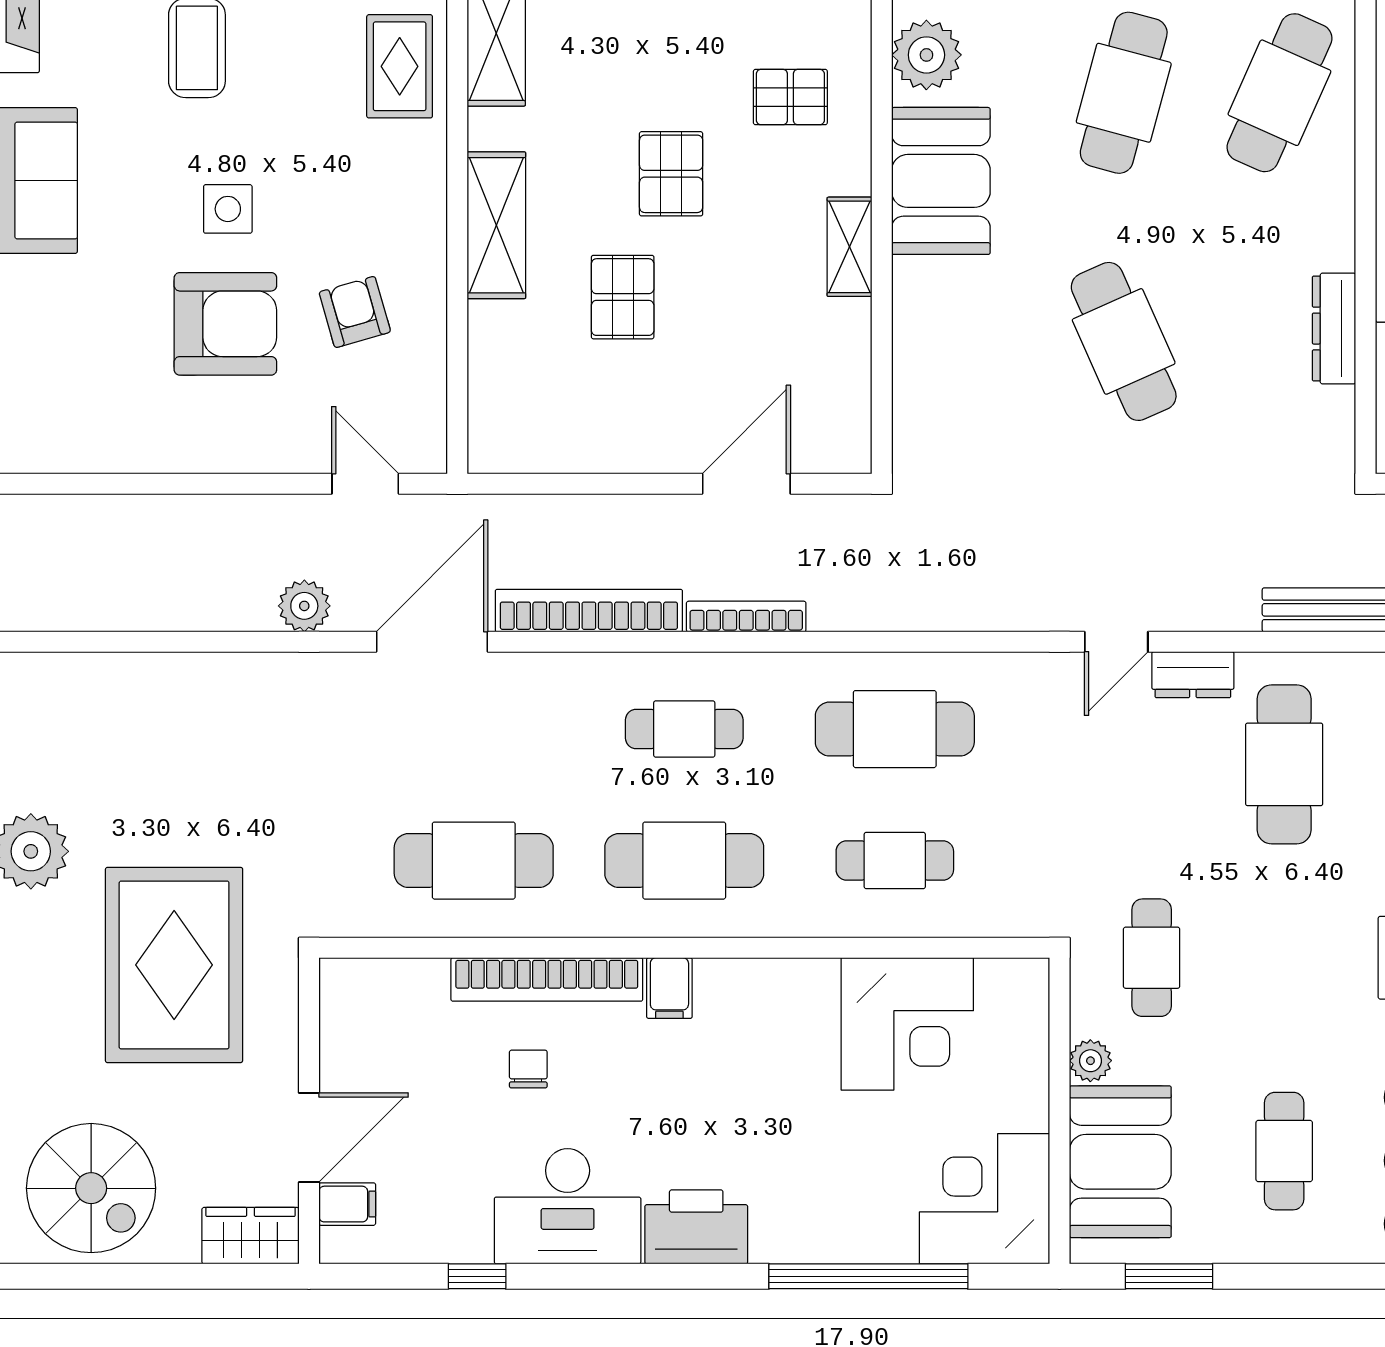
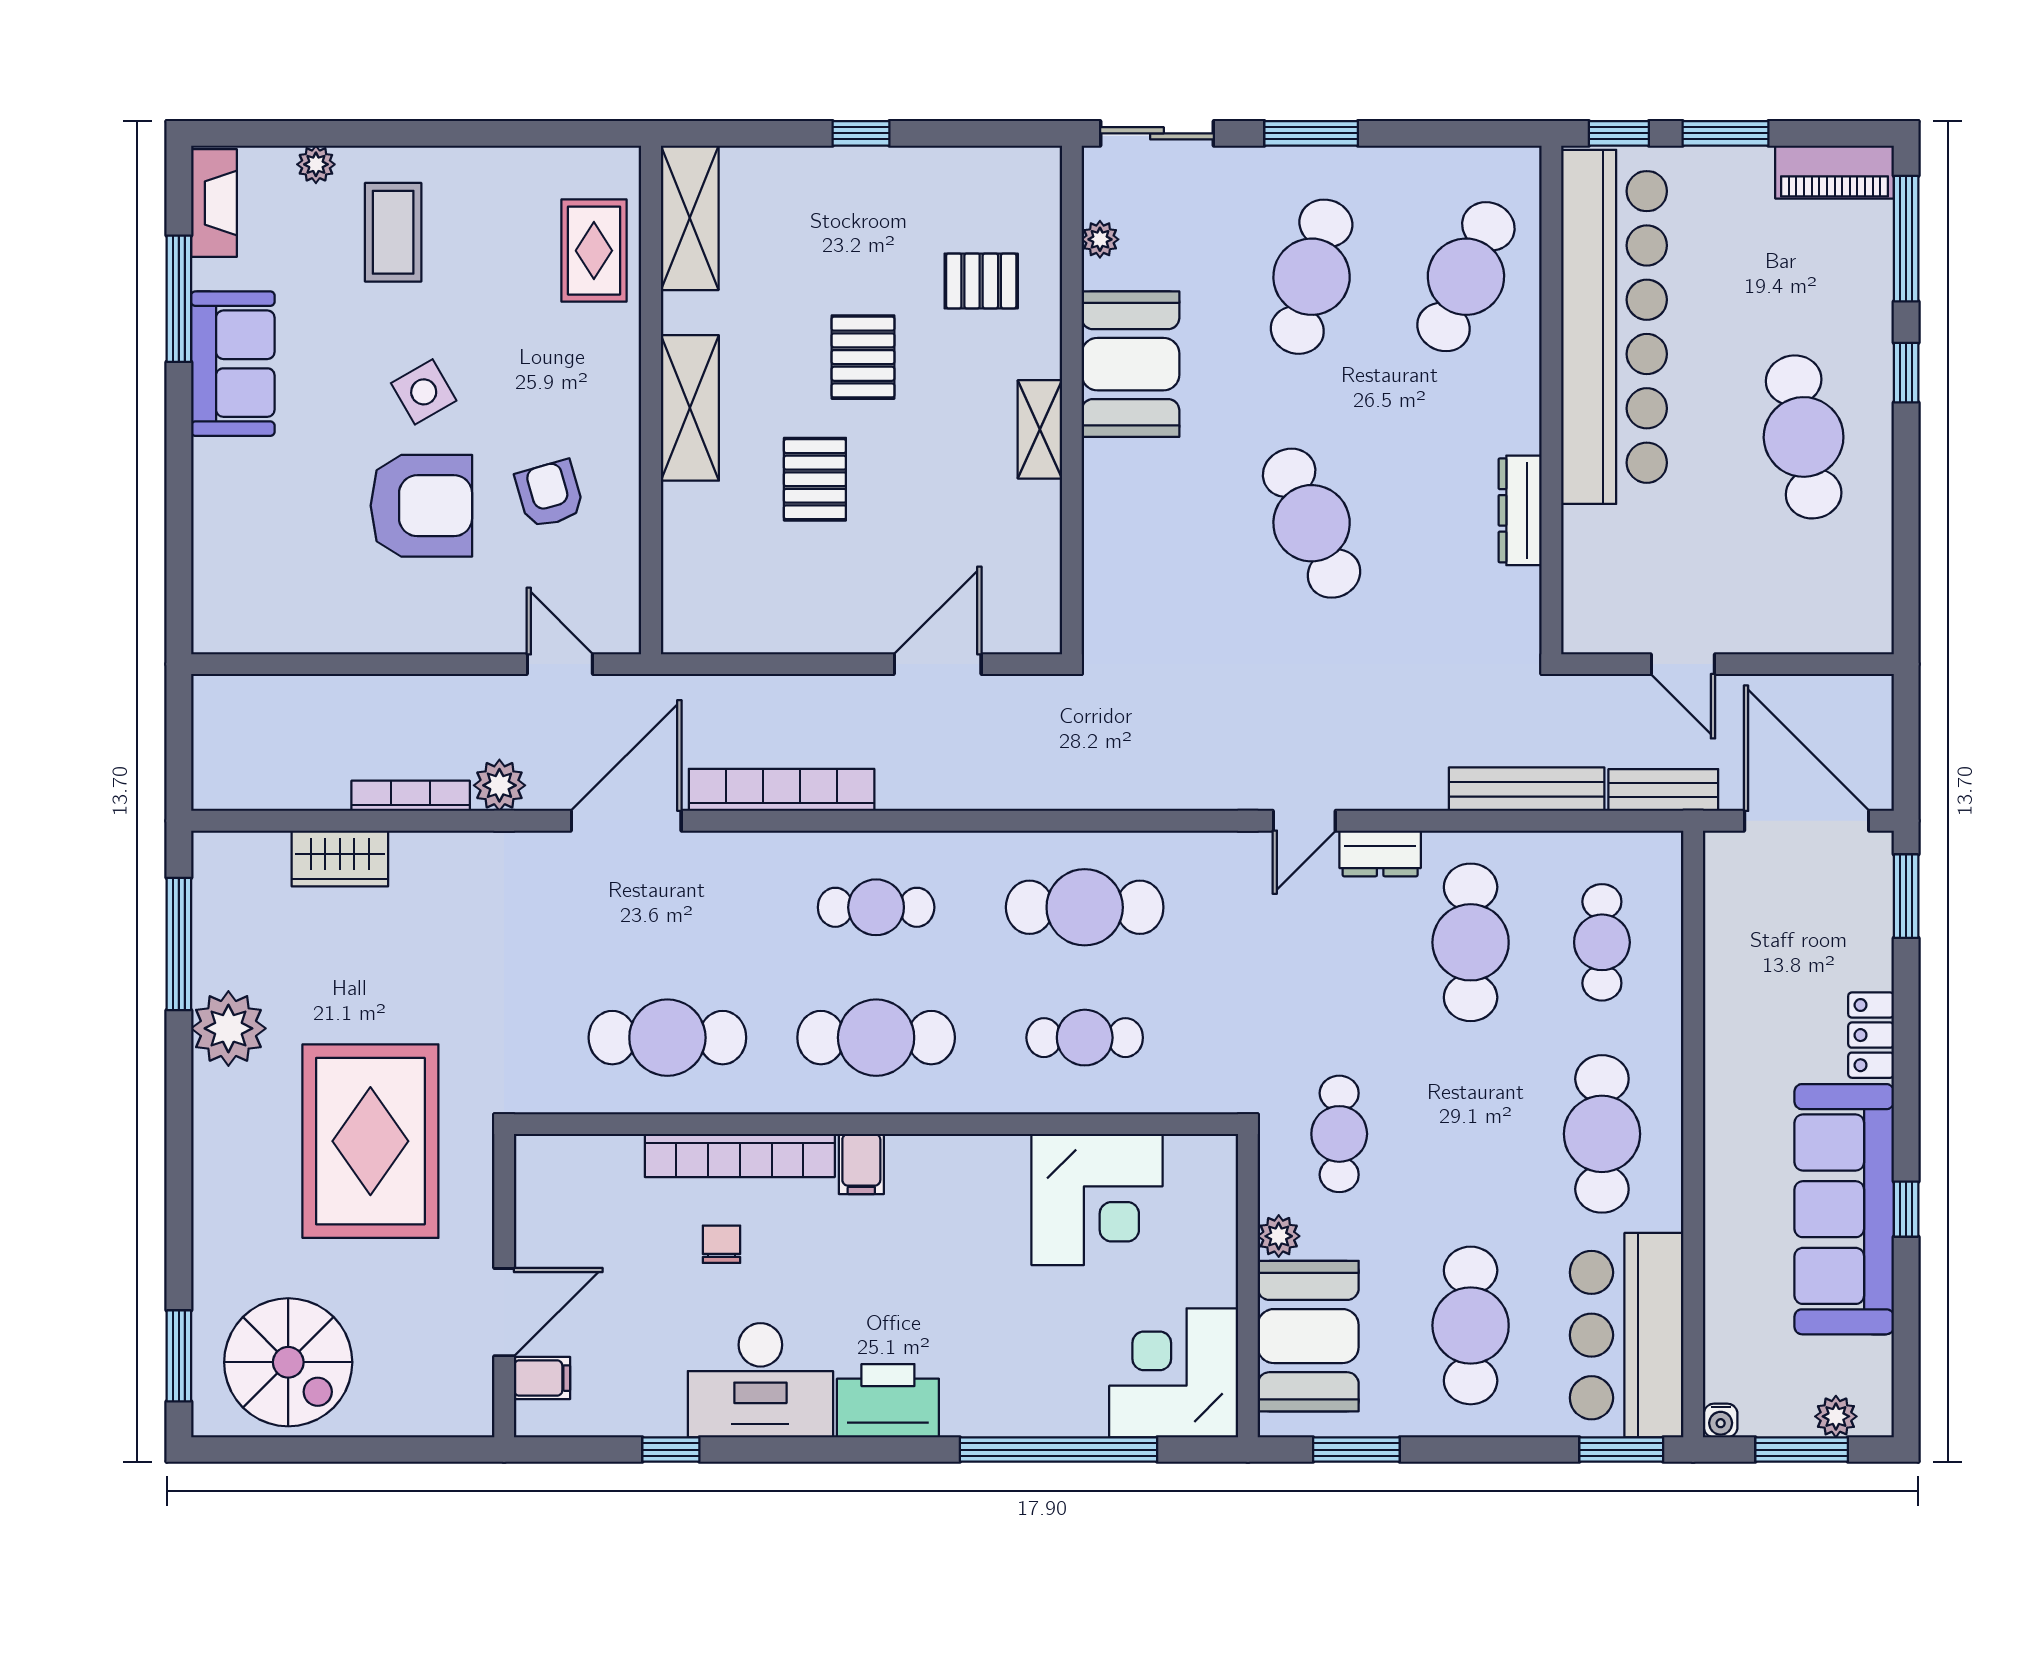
plant: (926, 55) -> (1100, 239), width x0.53, depth x0.53
side table: (228, 209) -> (424, 392), turned -30
bookcase: (746, 617) -> (411, 796), moved
cafe table: (1284, 1151) -> (1471, 1325), width x1.37, depth x1.35
wardrobe: (251, 1236) -> (340, 858), moved, turned 180

